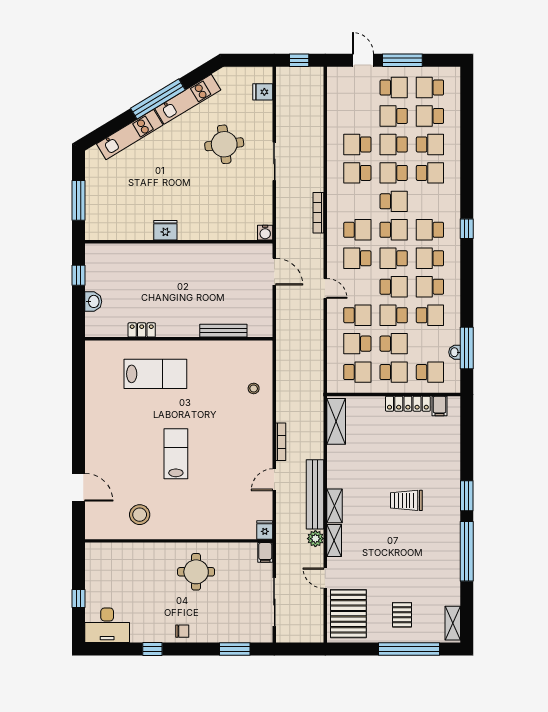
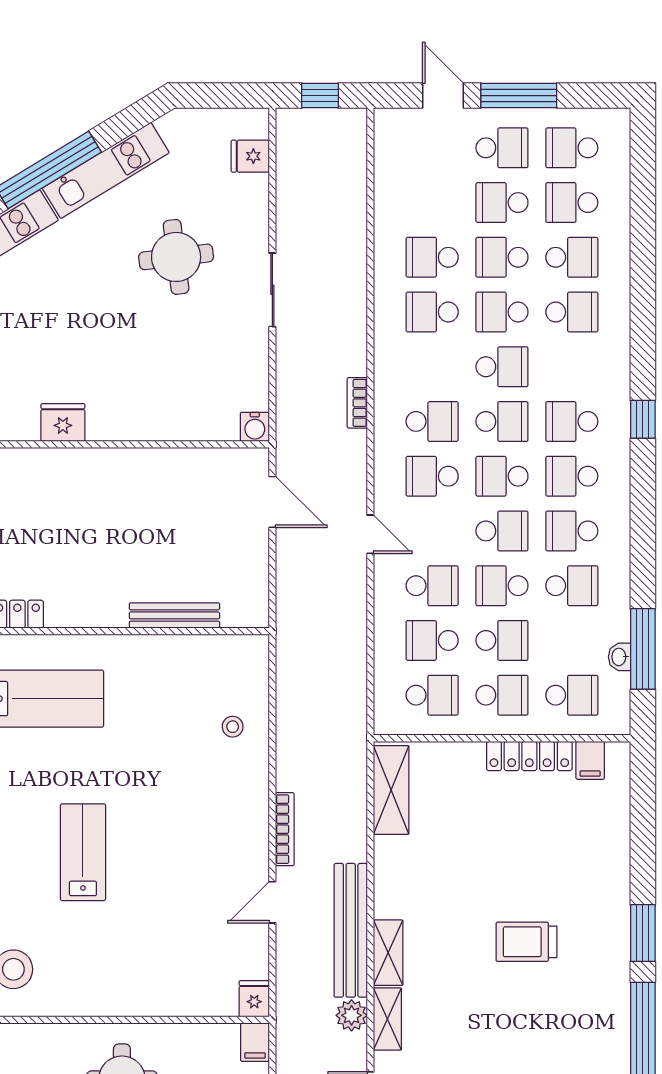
bookcase: (318, 213) -> (357, 403), width x0.64

